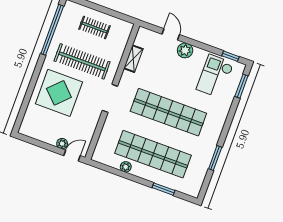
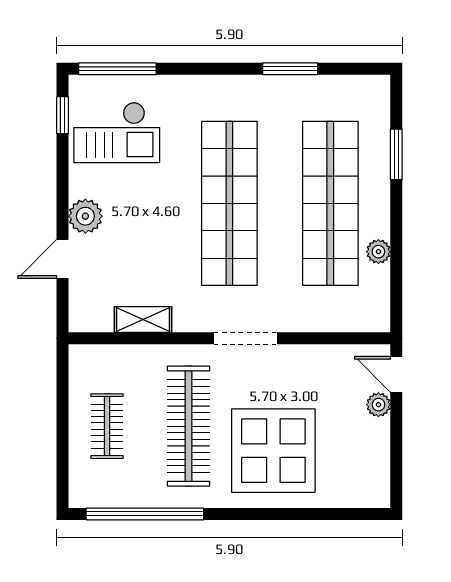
window: (241, 86) -> (117, 69), width x1.44

